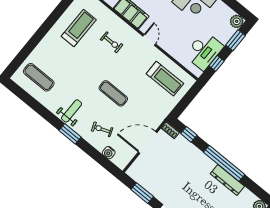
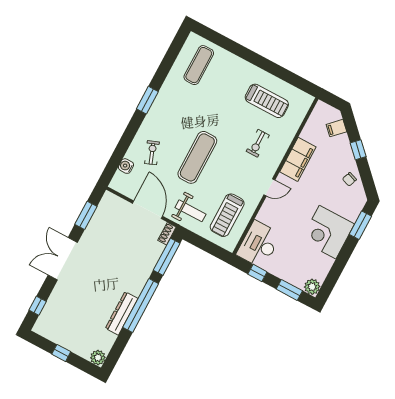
desk: (204, 51) -> (259, 244), moved, turned 90
exercise mat: (113, 93) -> (197, 157), width x1.36, depth x1.45
weight bench: (72, 111) -> (191, 211), moved
window: (70, 134) -> (147, 100), moved
window: (189, 134) -> (167, 257), width x2.17

